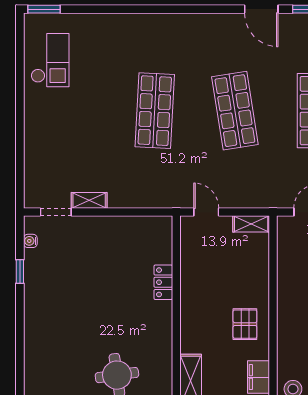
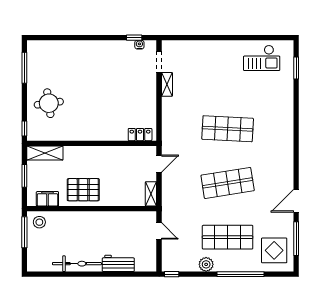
window: (44, 9) -> (296, 68), moved
window: (20, 272) -> (134, 38), moved
locker: (163, 282) -> (140, 135), moved
pallet: (245, 324) -> (83, 190), width x1.50, depth x1.42

